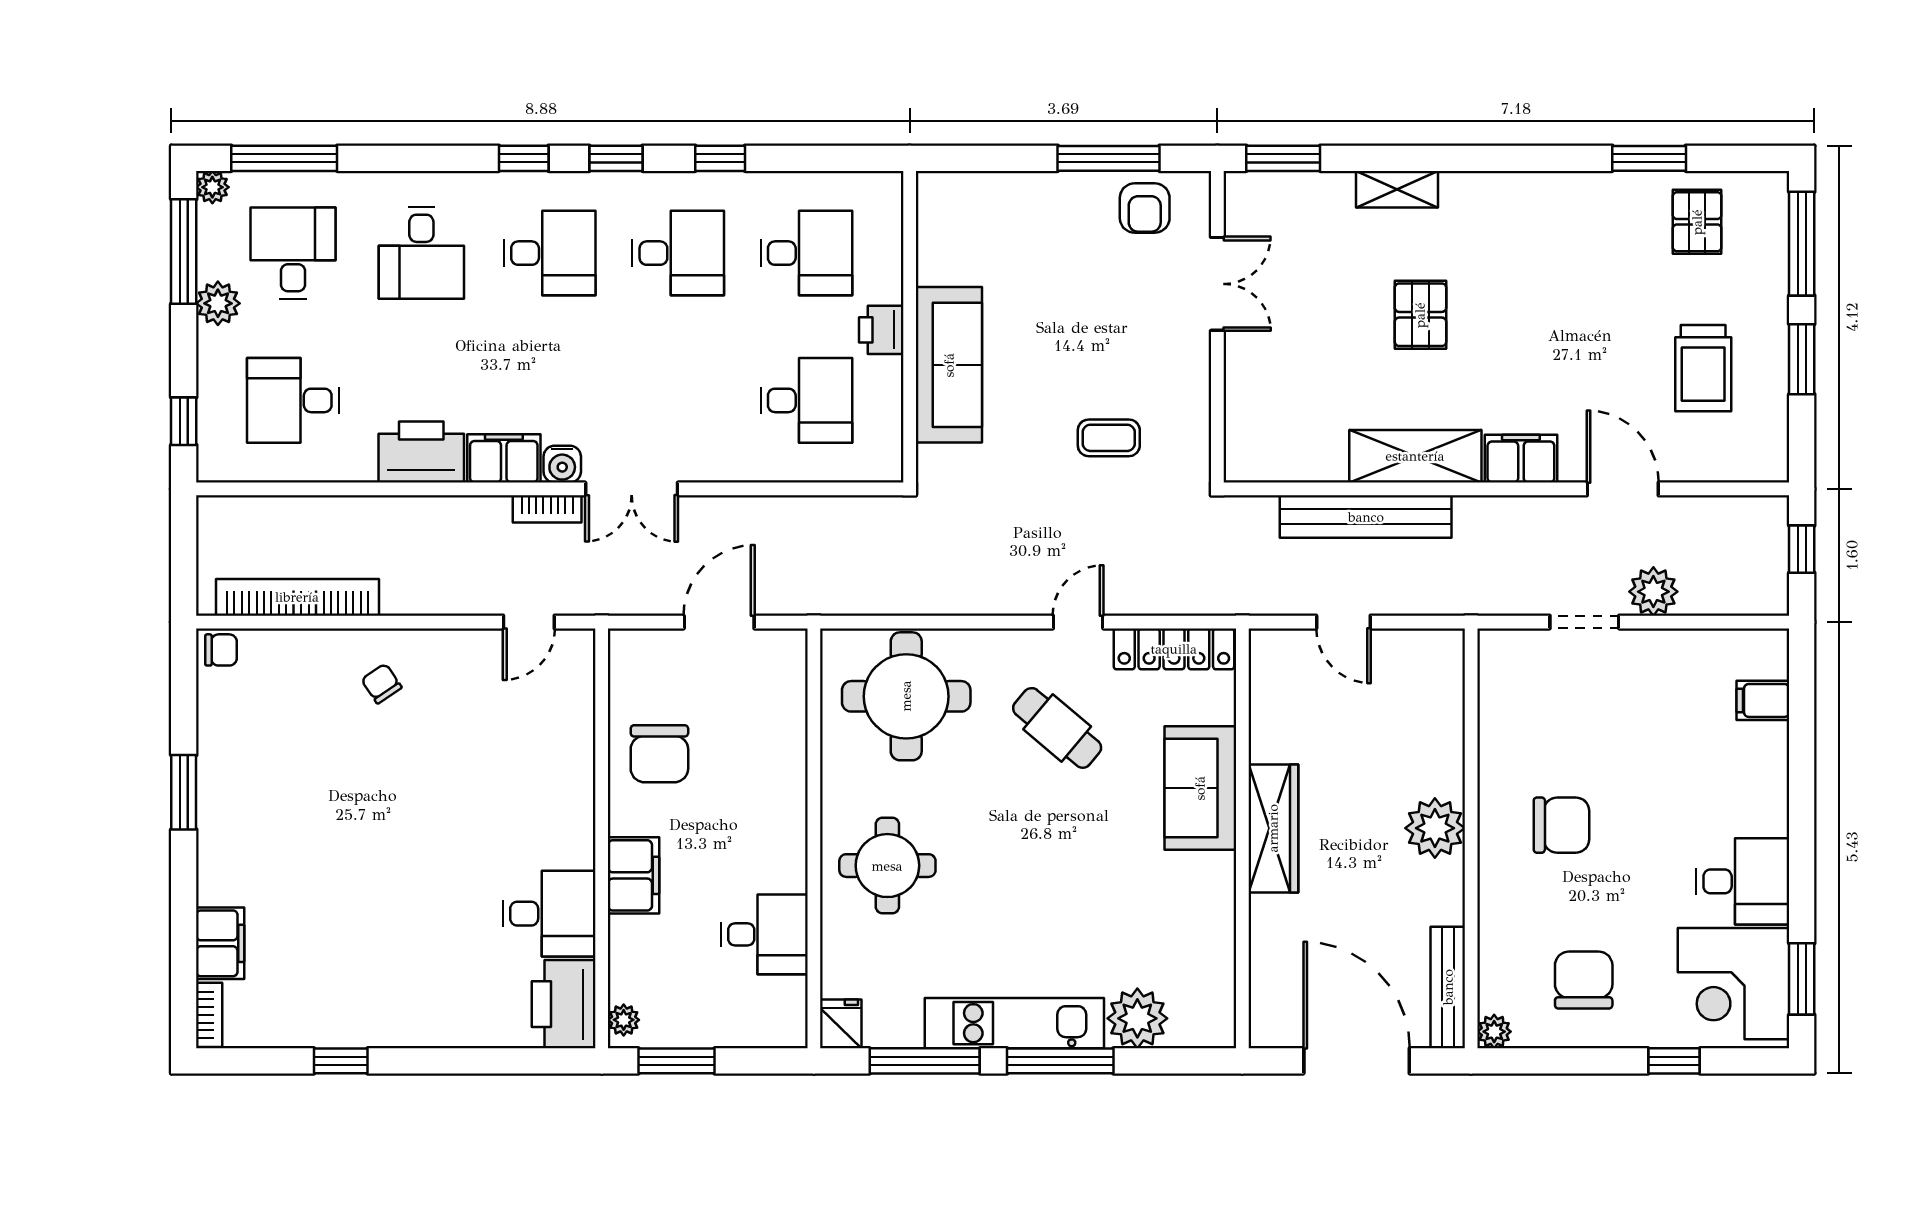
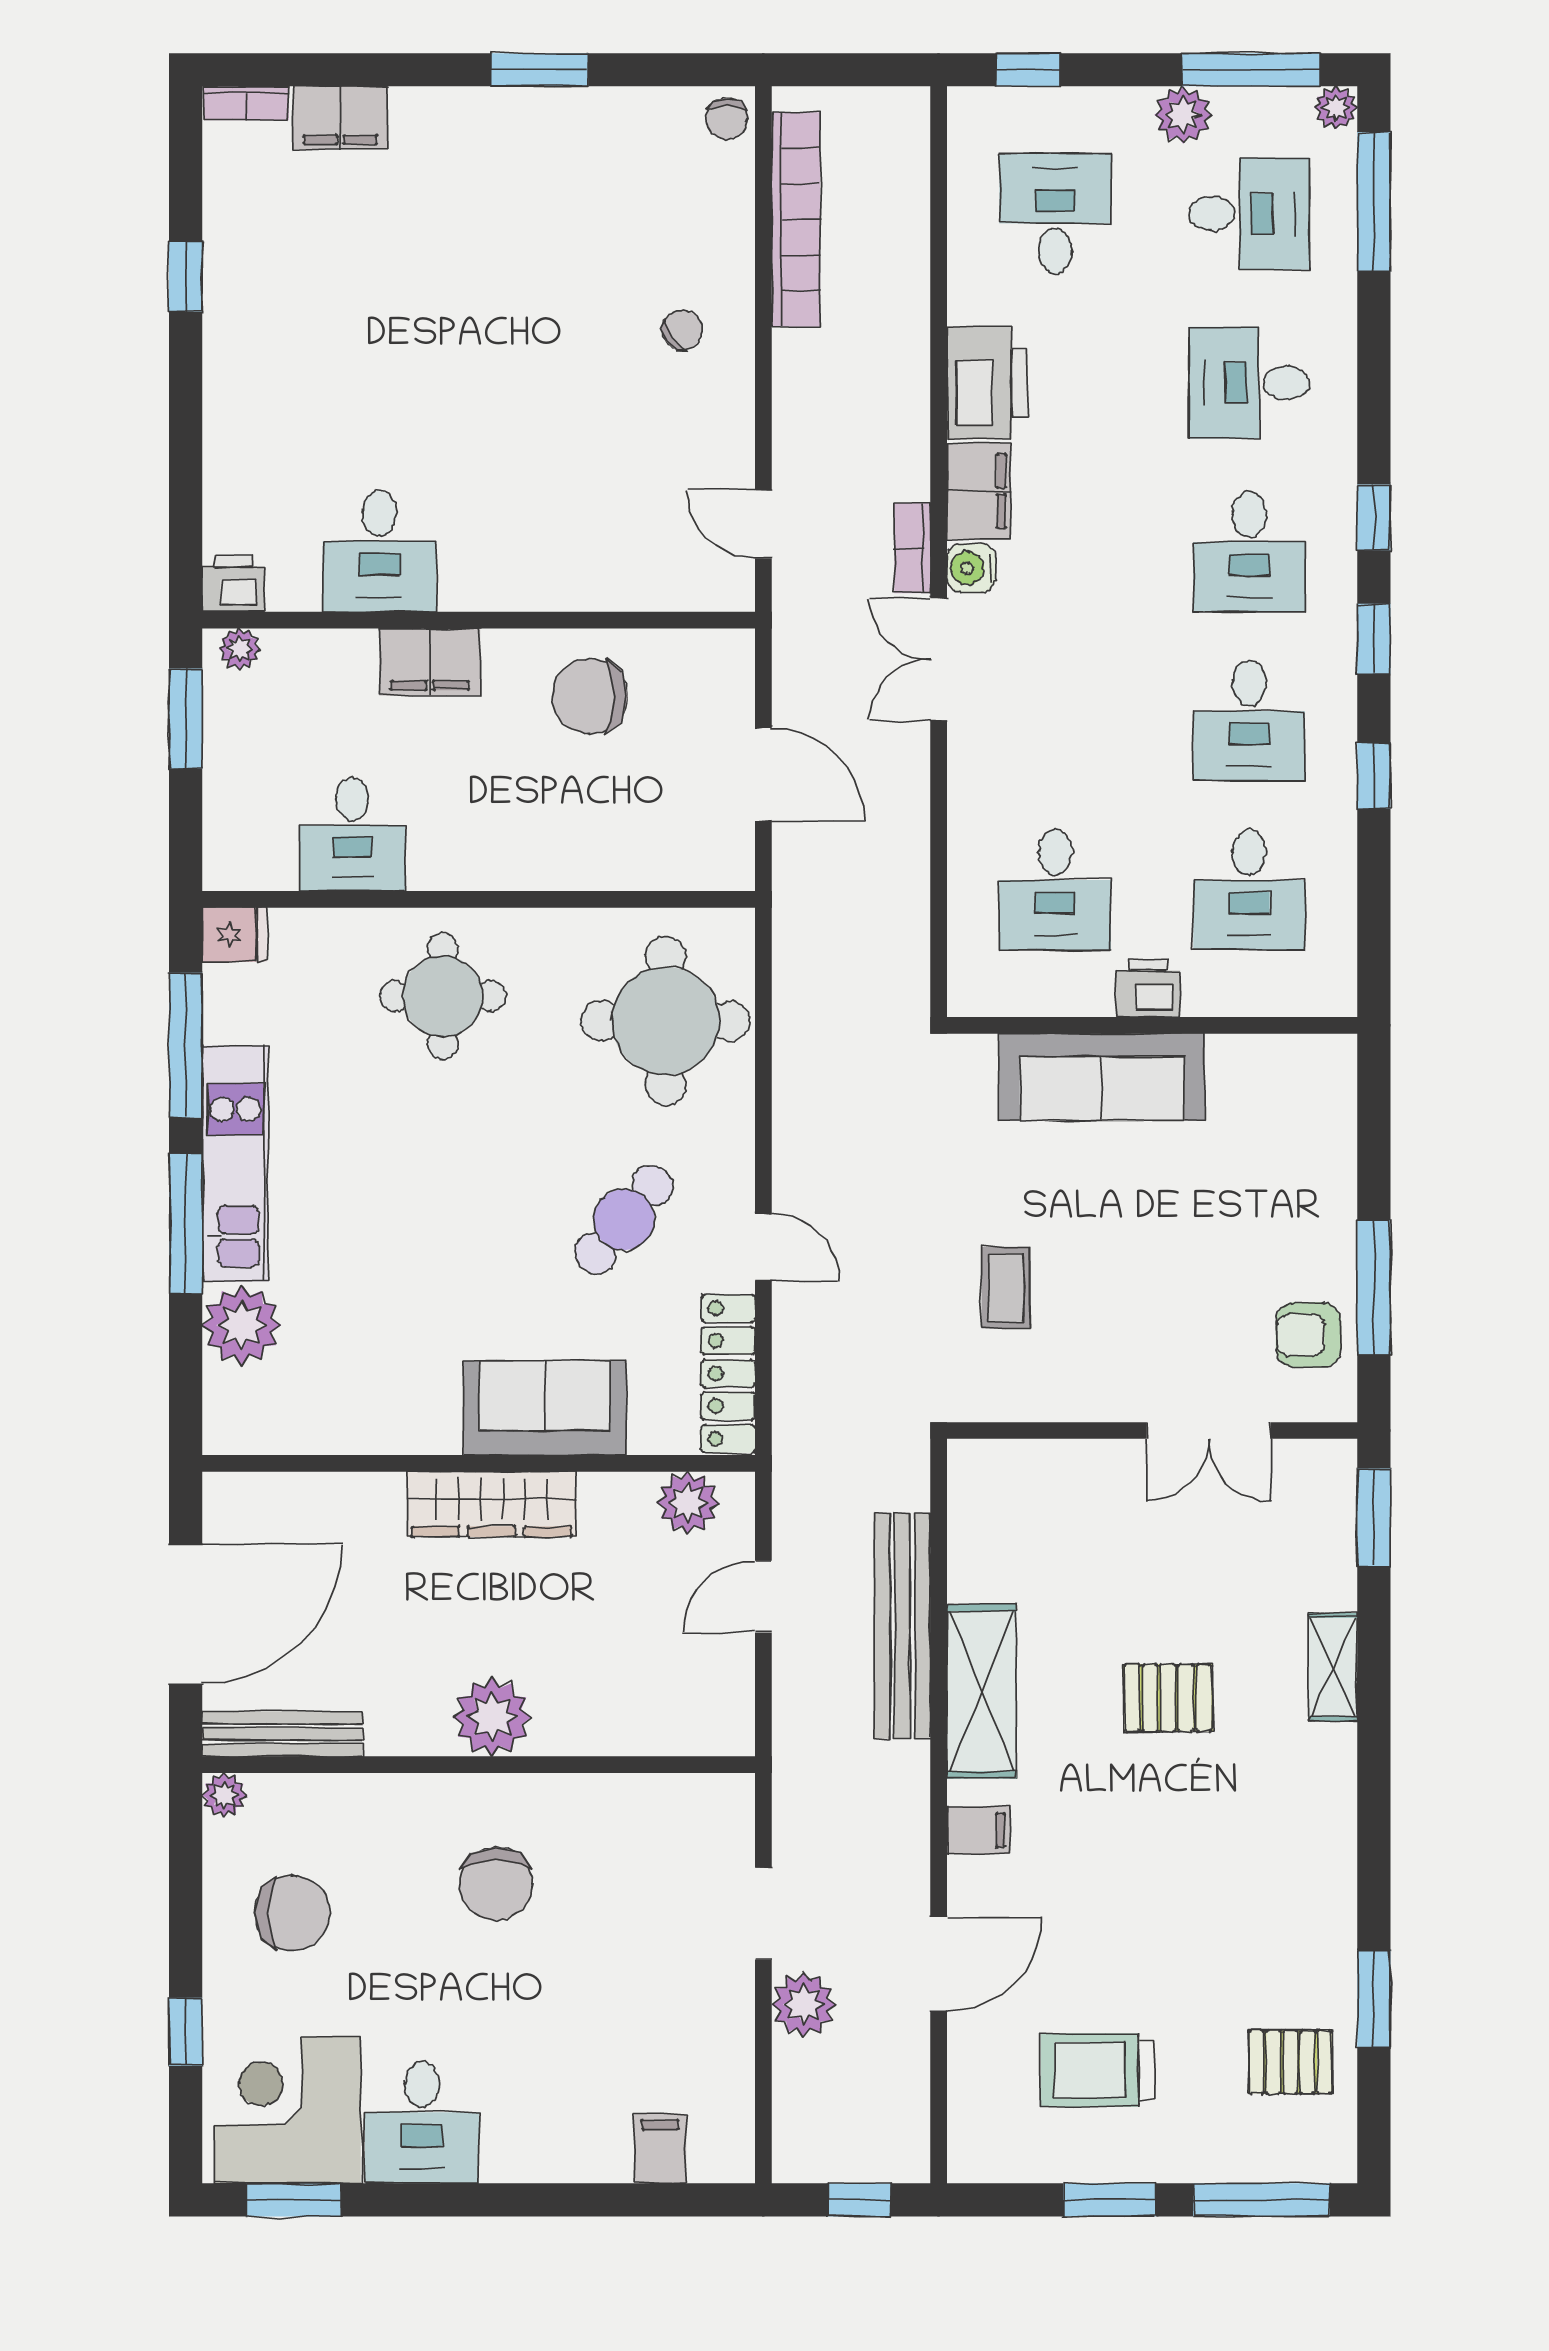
filing cabinet: (1521, 459) -> (978, 1830), width x0.50
plant: (1272, 679) -> (688, 1503), added
printer: (564, 1004) -> (233, 584), width x0.53, depth x0.68

